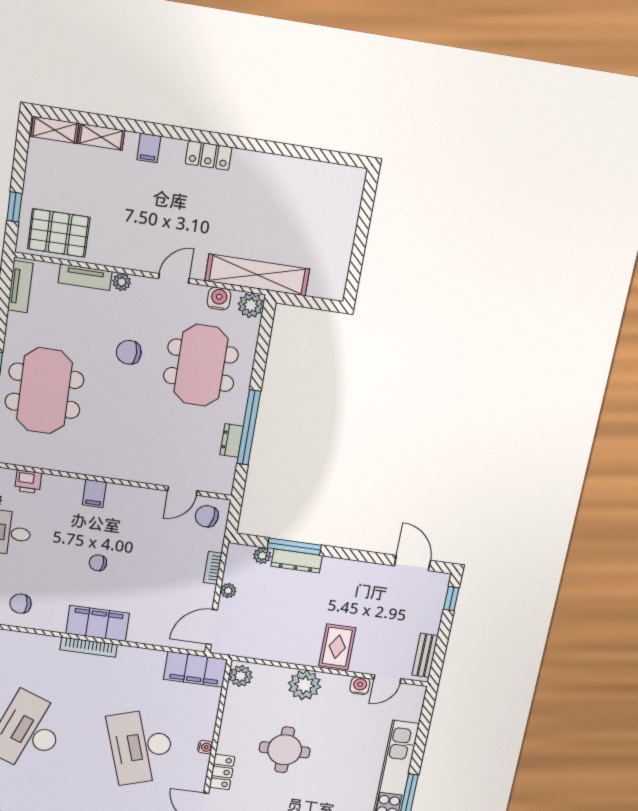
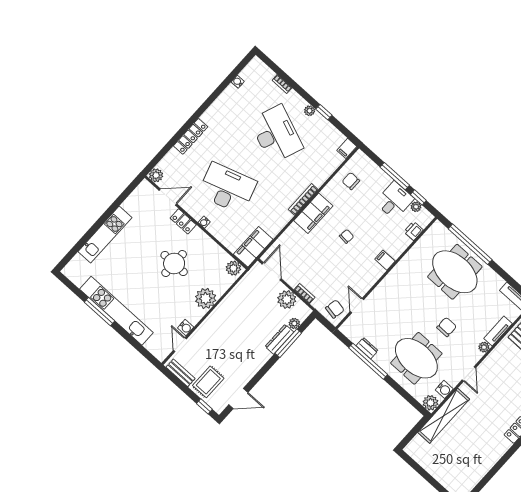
plant: (228, 591) -> (287, 299), width x1.88, depth x1.88
chair: (21, 604) -> (351, 181), turned -90
rug: (337, 647) -> (208, 382), moved, turned 90

